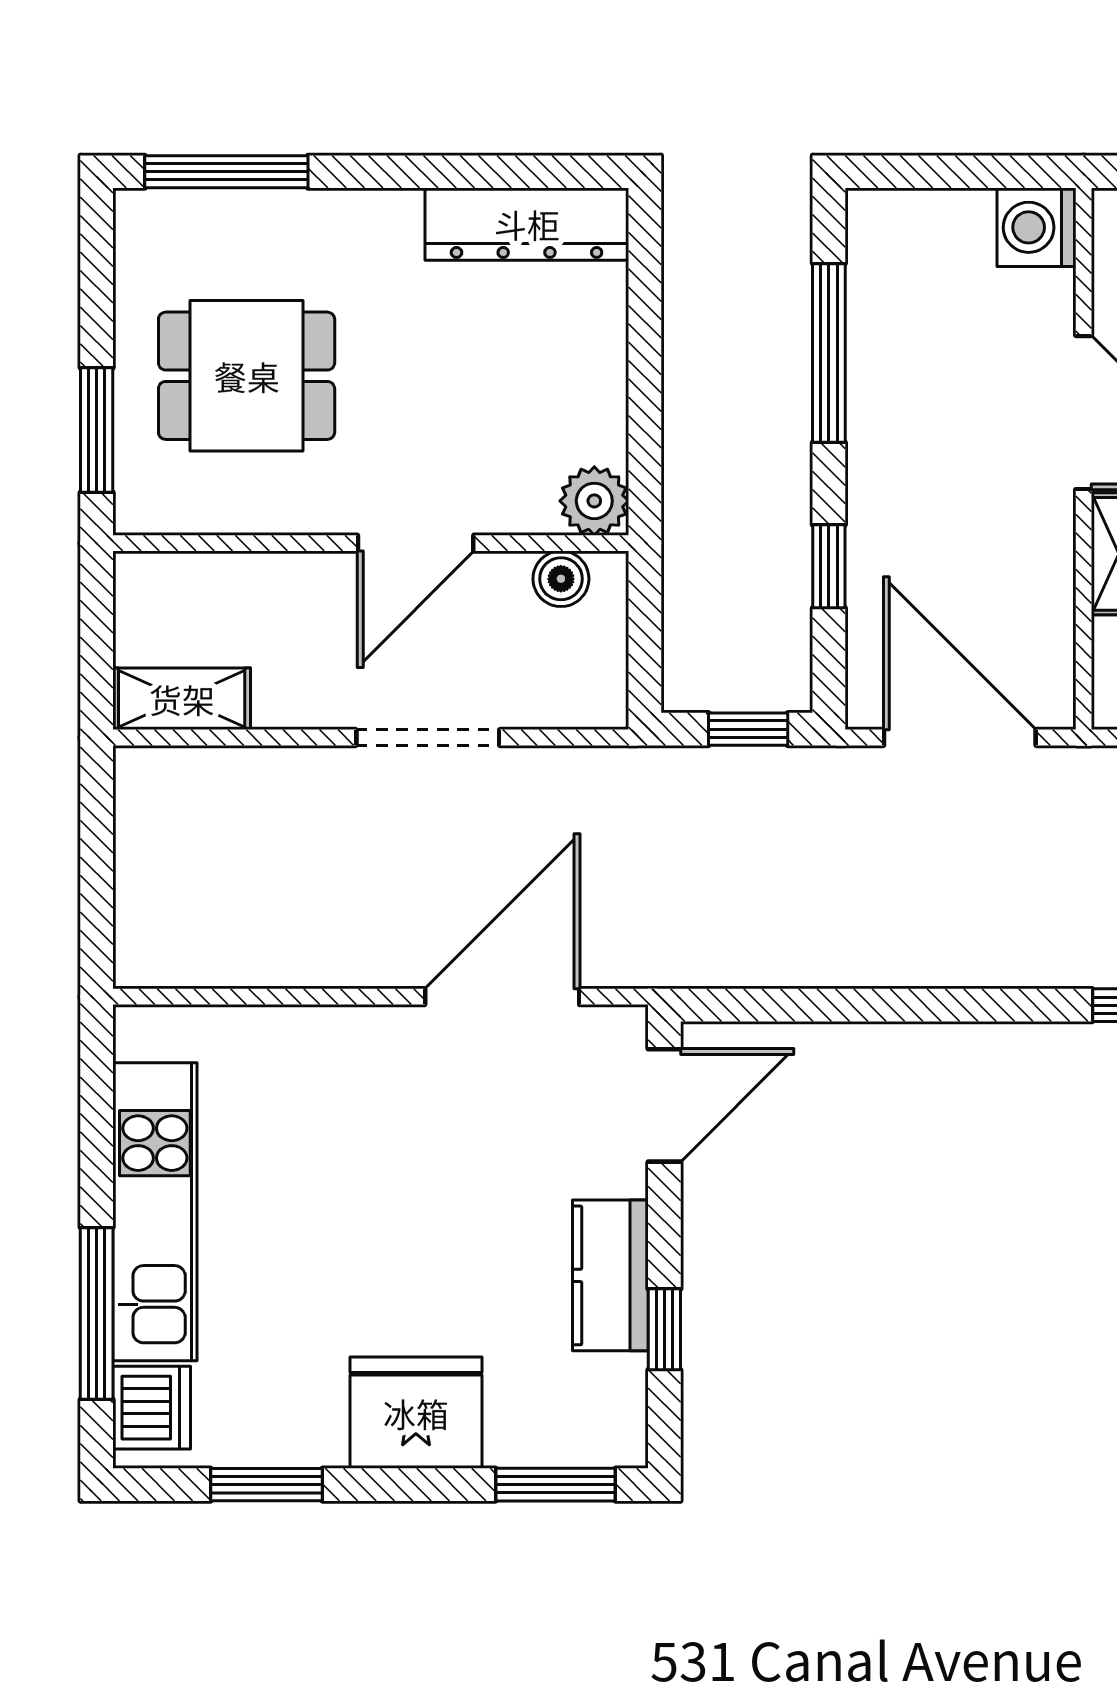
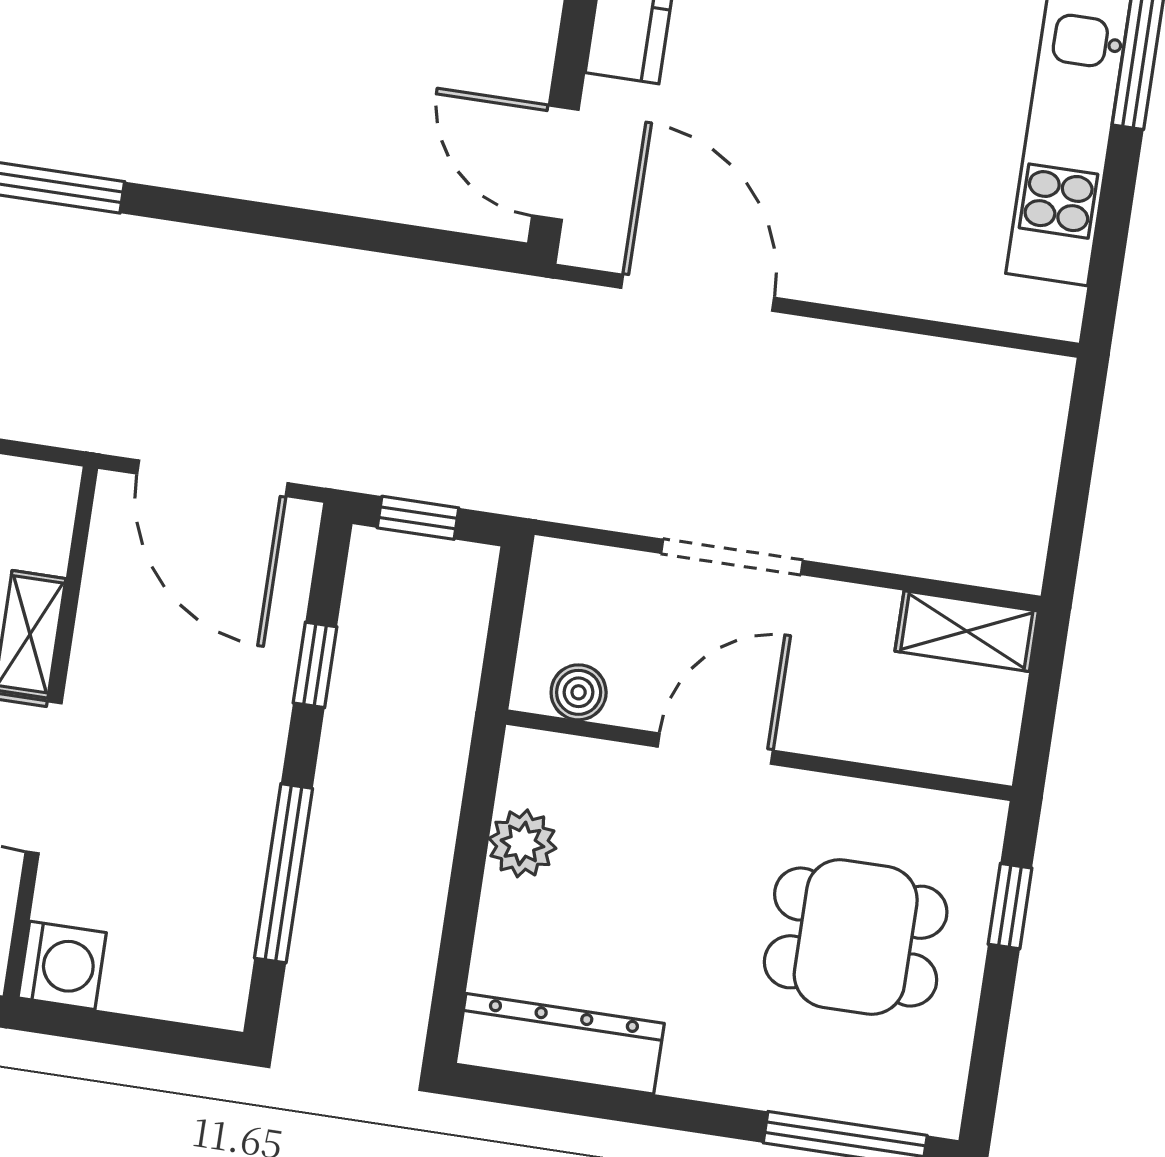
window: (97, 430) -> (1010, 906), width x0.67
plant: (594, 501) -> (522, 843), moved
door: (502, 997) -> (698, 293), swing flipped
door: (664, 1105) -> (555, 163), hinge flipped

